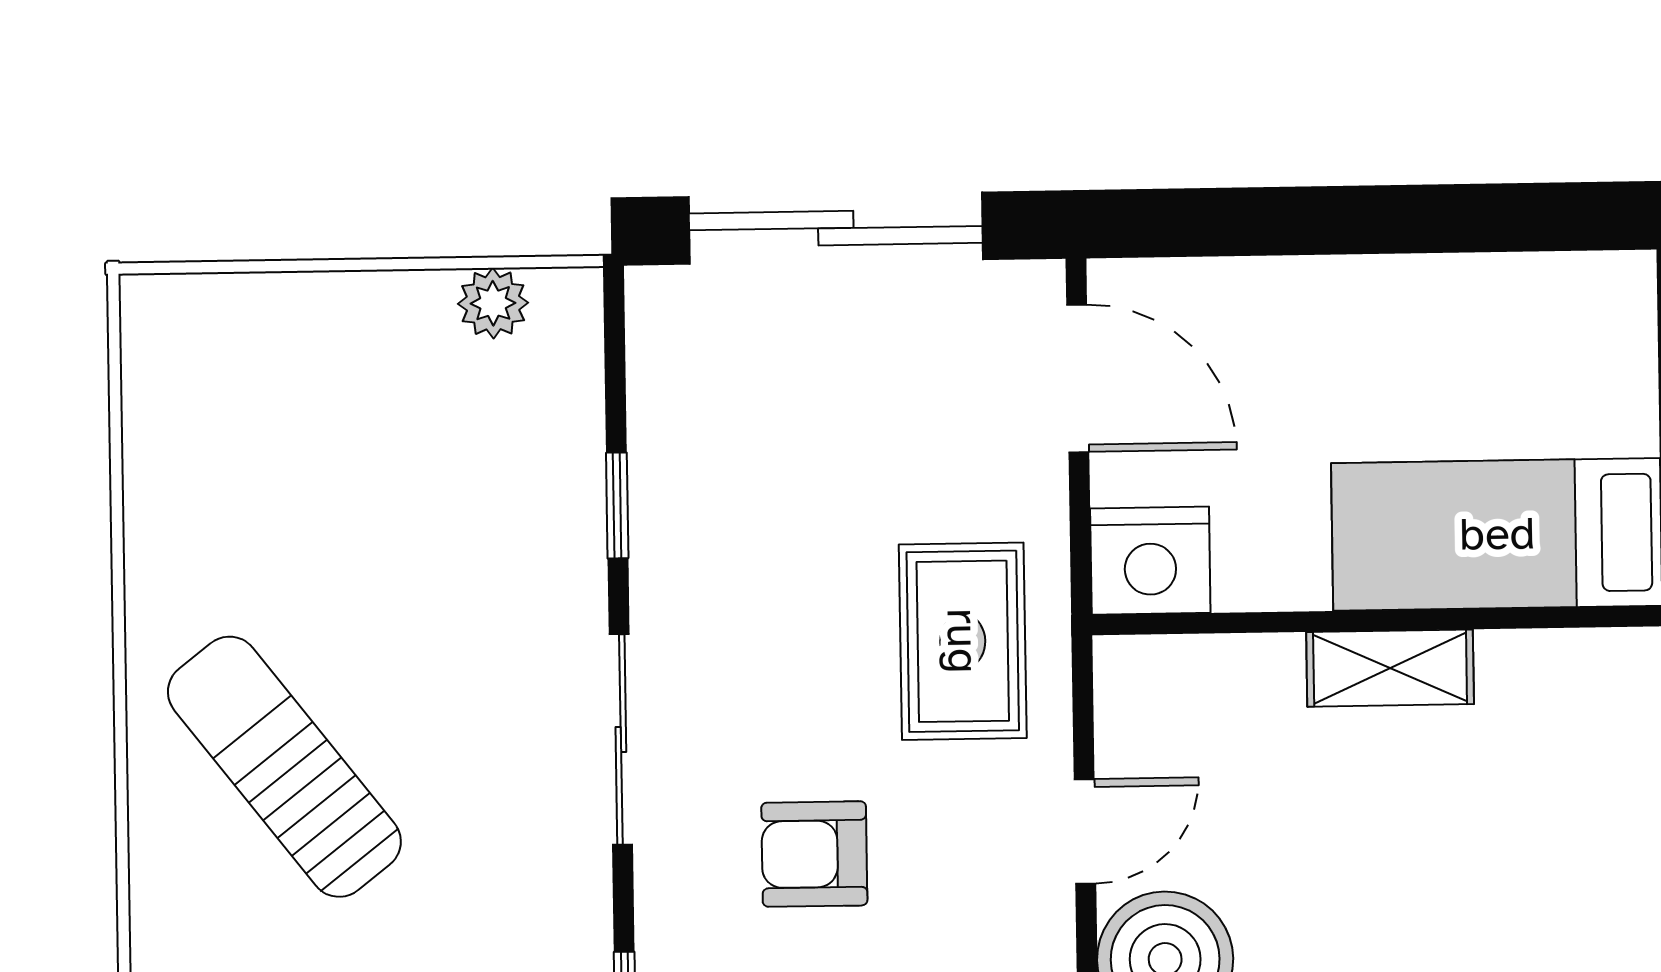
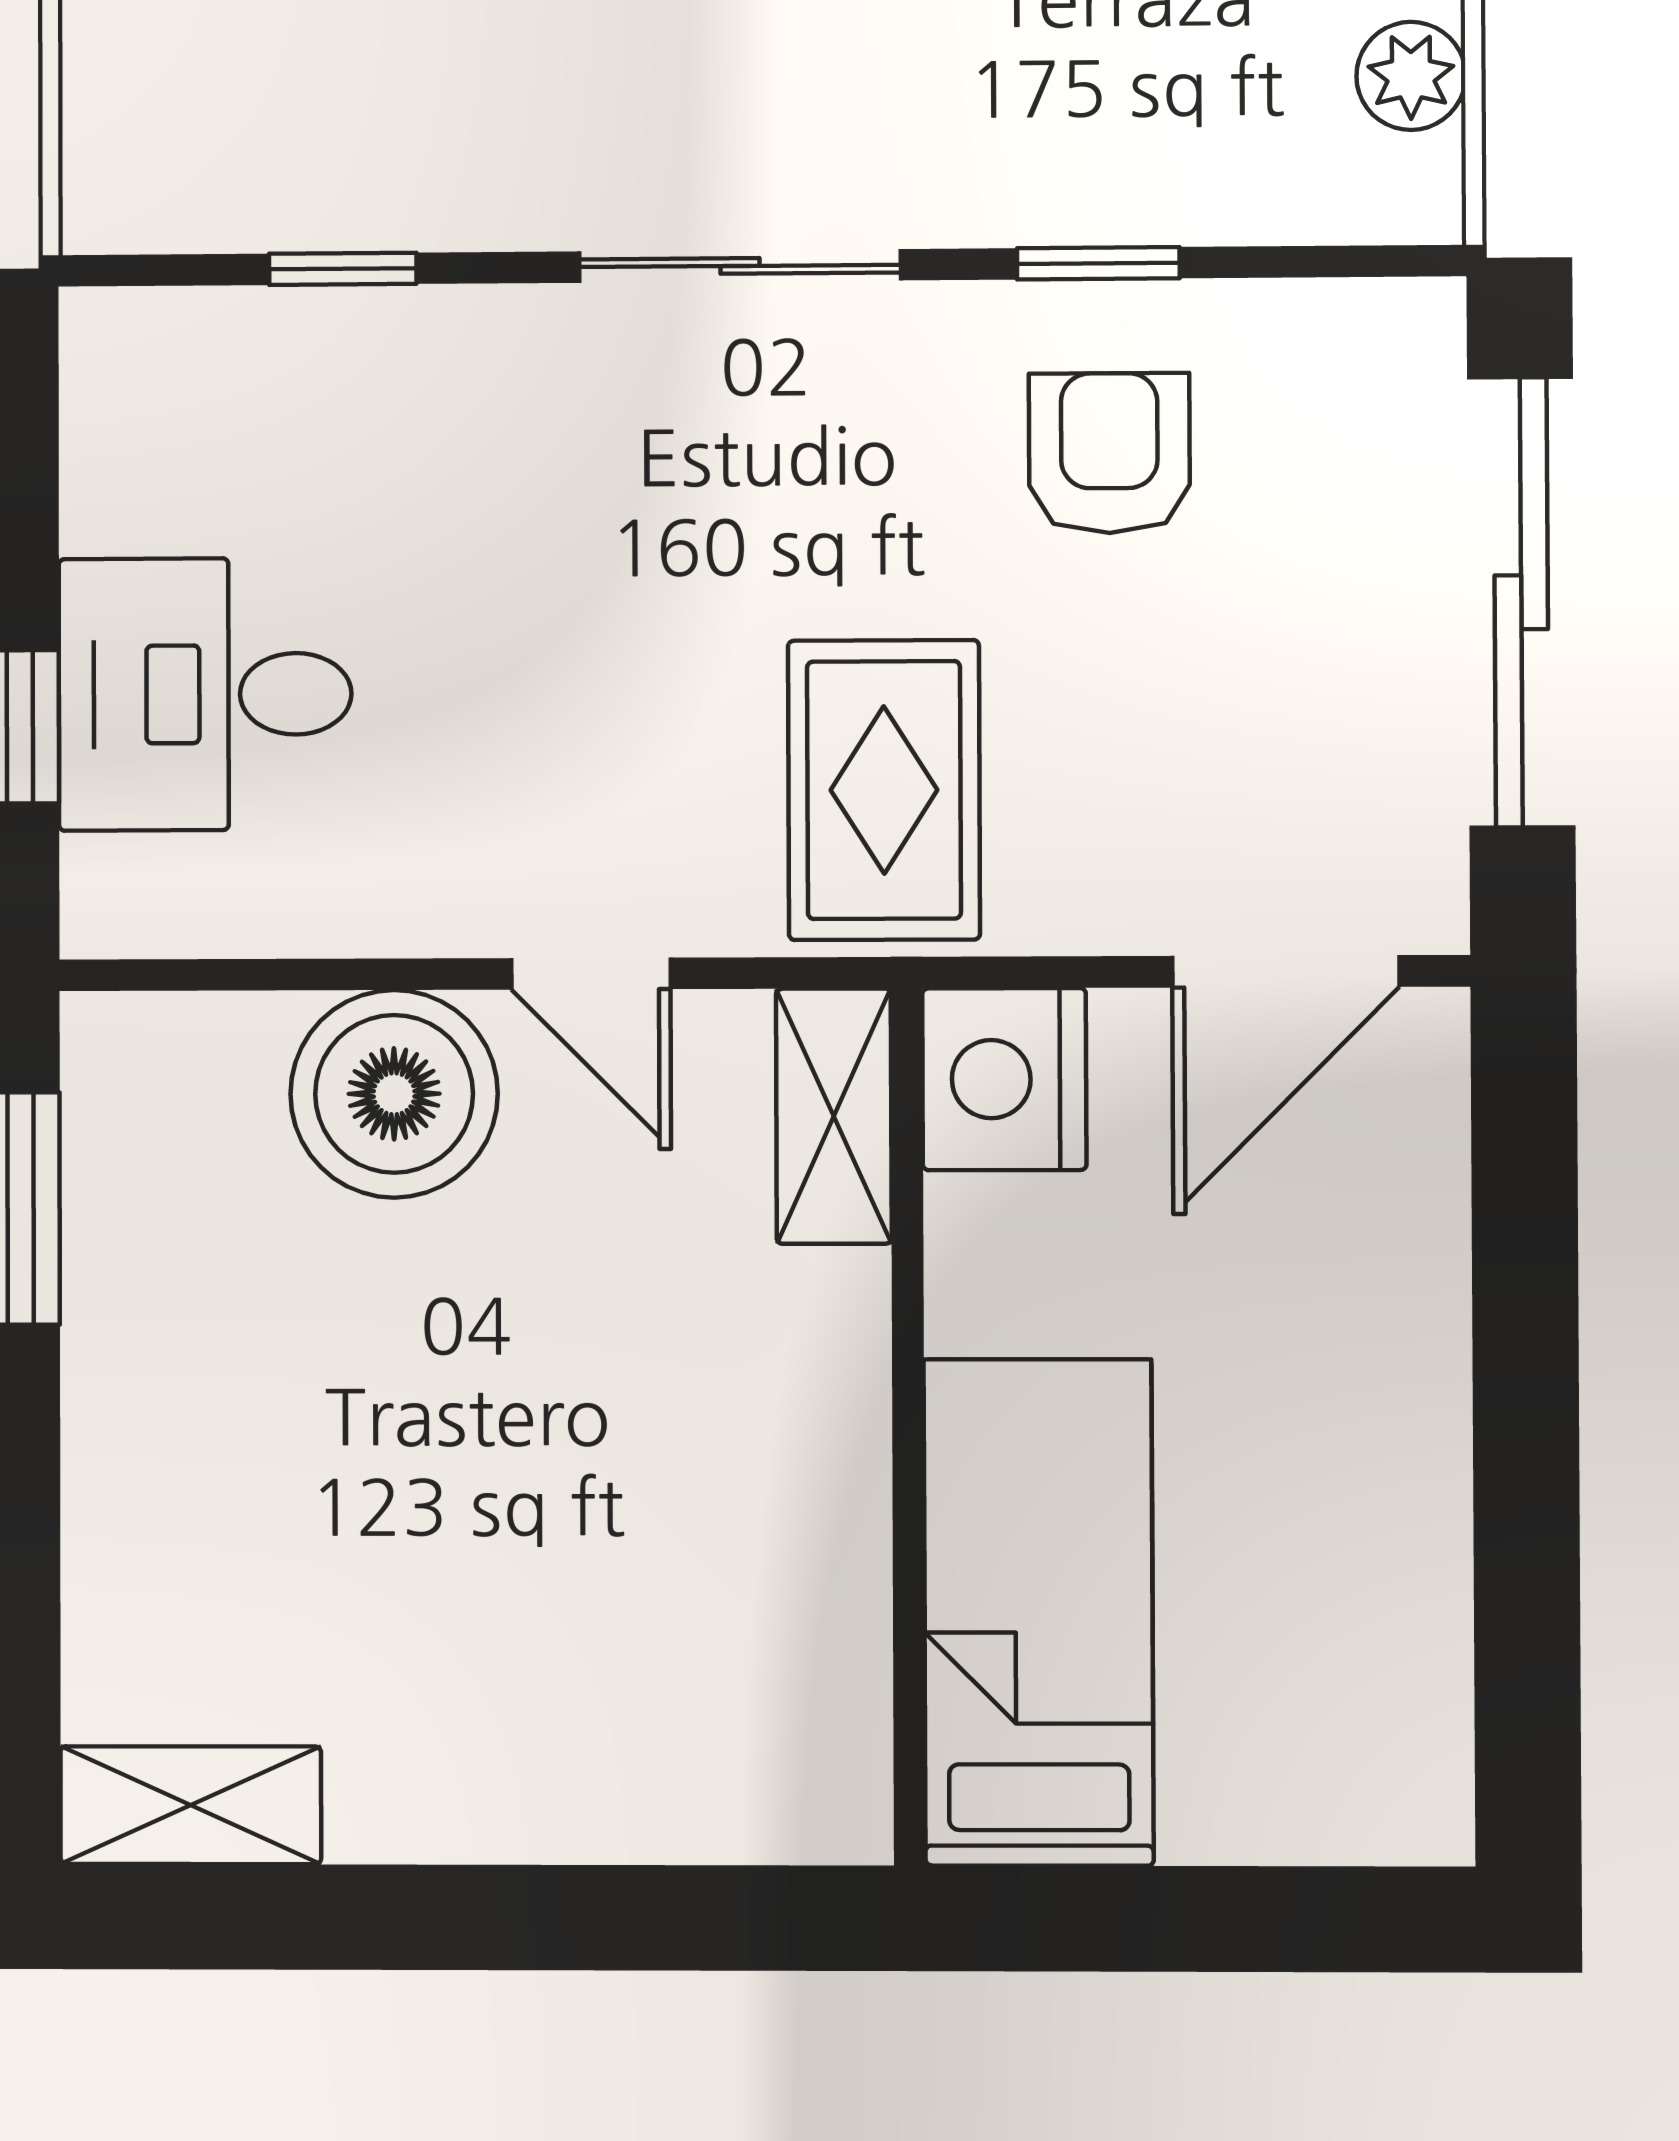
rug: (963, 641) -> (884, 790), turned 90
shelving: (1390, 668) -> (834, 1116), moved
armchair: (814, 854) -> (1109, 453), moved

